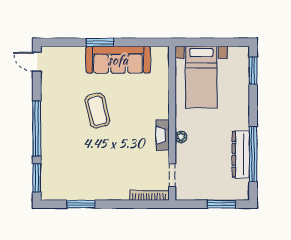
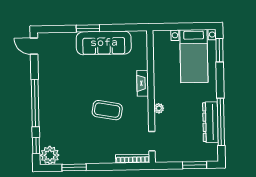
bed with nightstands: (201, 77) -> (194, 56), moved
coffee table: (97, 111) -> (107, 110), moved, turned -67
fireplace: (163, 135) -> (143, 83), moved
window: (37, 178) -> (36, 146), width x0.67
plant: (53, 189) -> (50, 155), added

